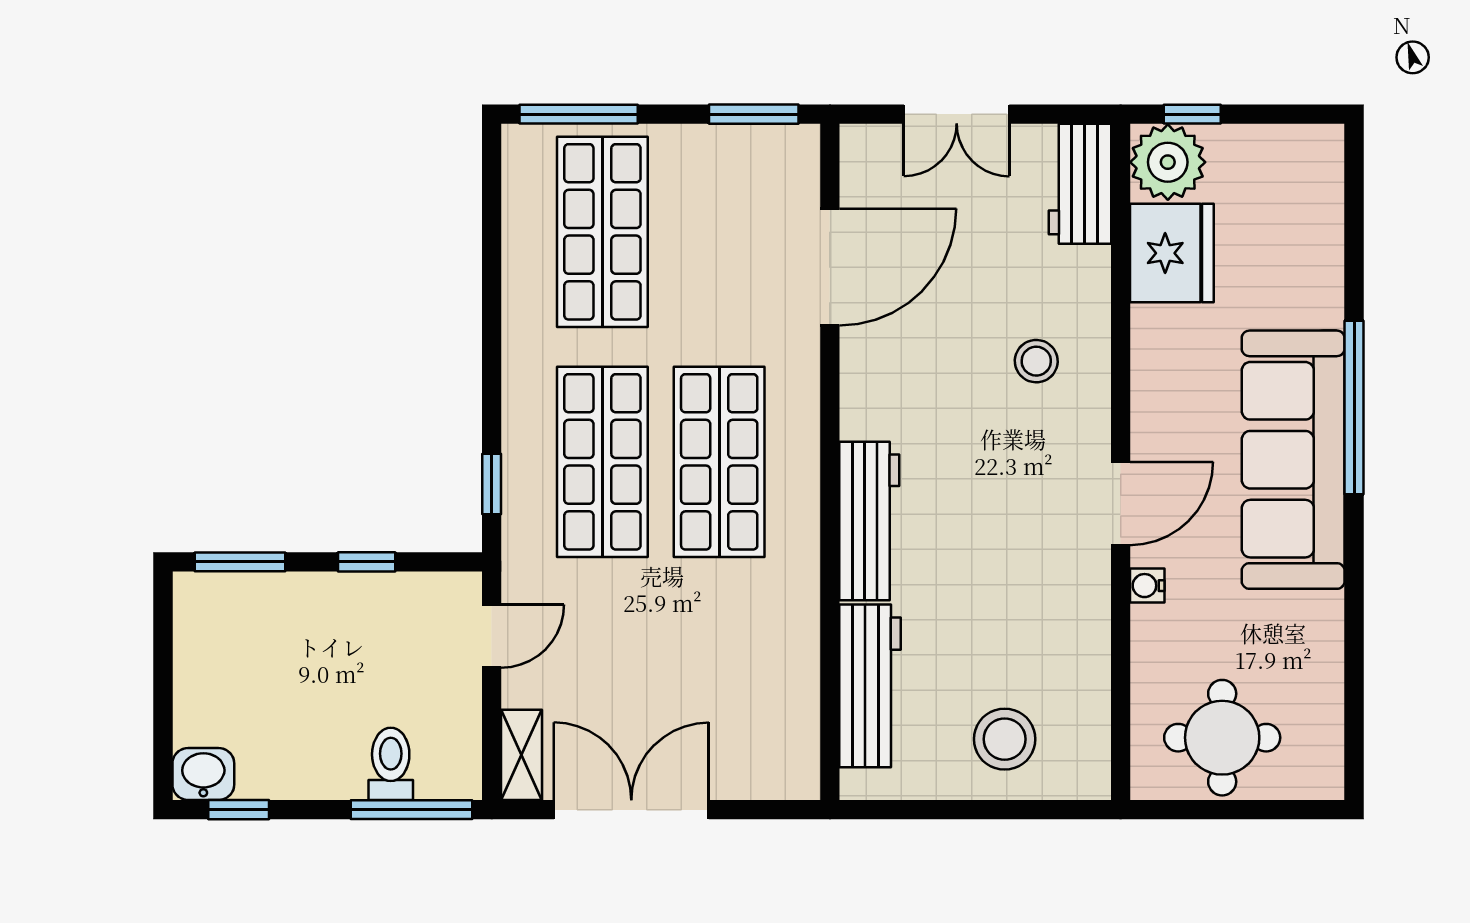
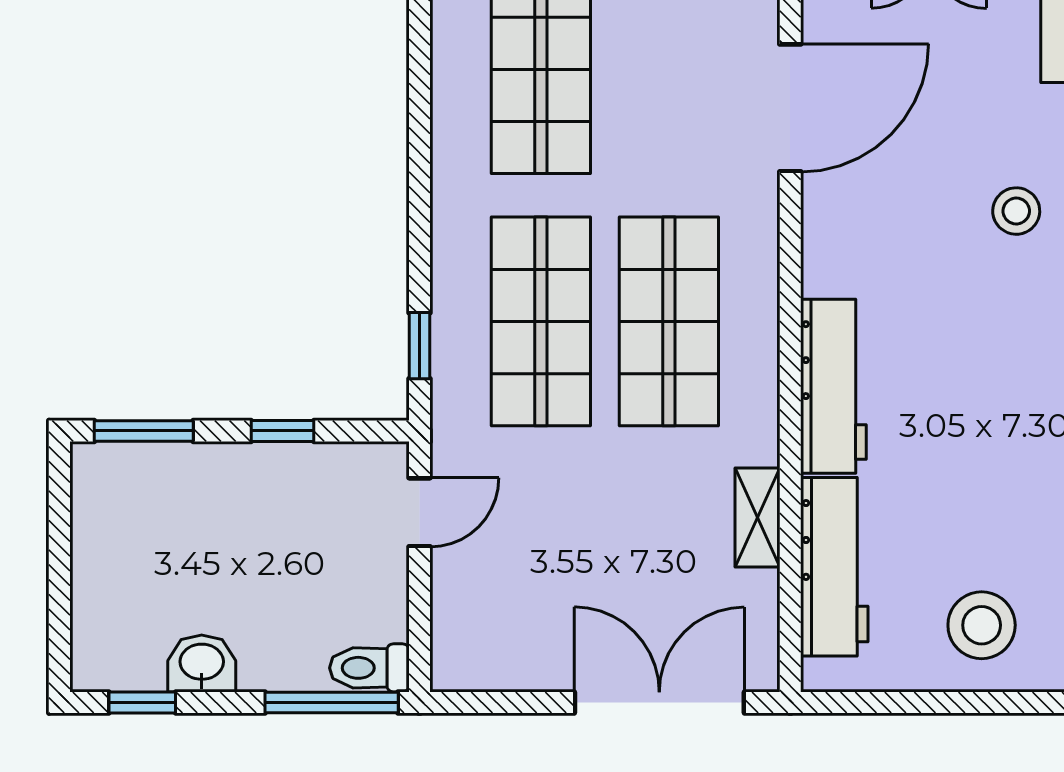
shelving: (522, 755) -> (757, 517), moved
toilet: (391, 764) -> (369, 668), moved, turned -90
washbasin: (203, 774) -> (202, 663), moved
double door: (631, 810) -> (659, 702), moved

